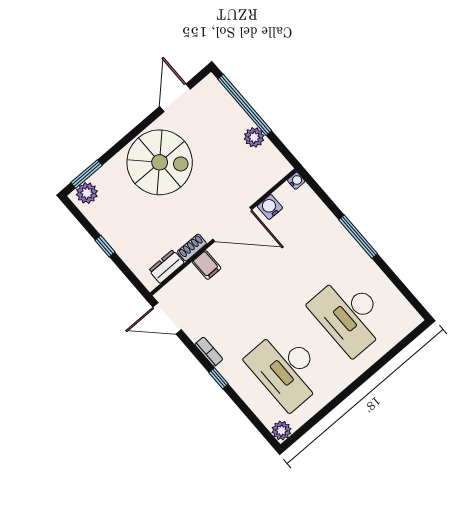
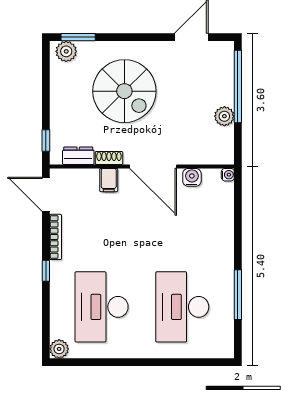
spiral stairs: (160, 162) -> (124, 91), moved
window: (358, 237) -> (238, 295), moved
window: (105, 246) -> (46, 140), moved
bookcase: (209, 352) -> (55, 237), width x1.56

